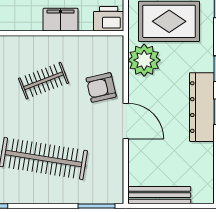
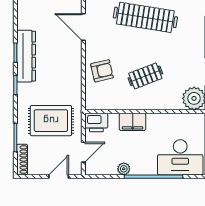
plant: (144, 60) -> (70, 91), removed
door: (126, 121) -> (83, 27), moved

